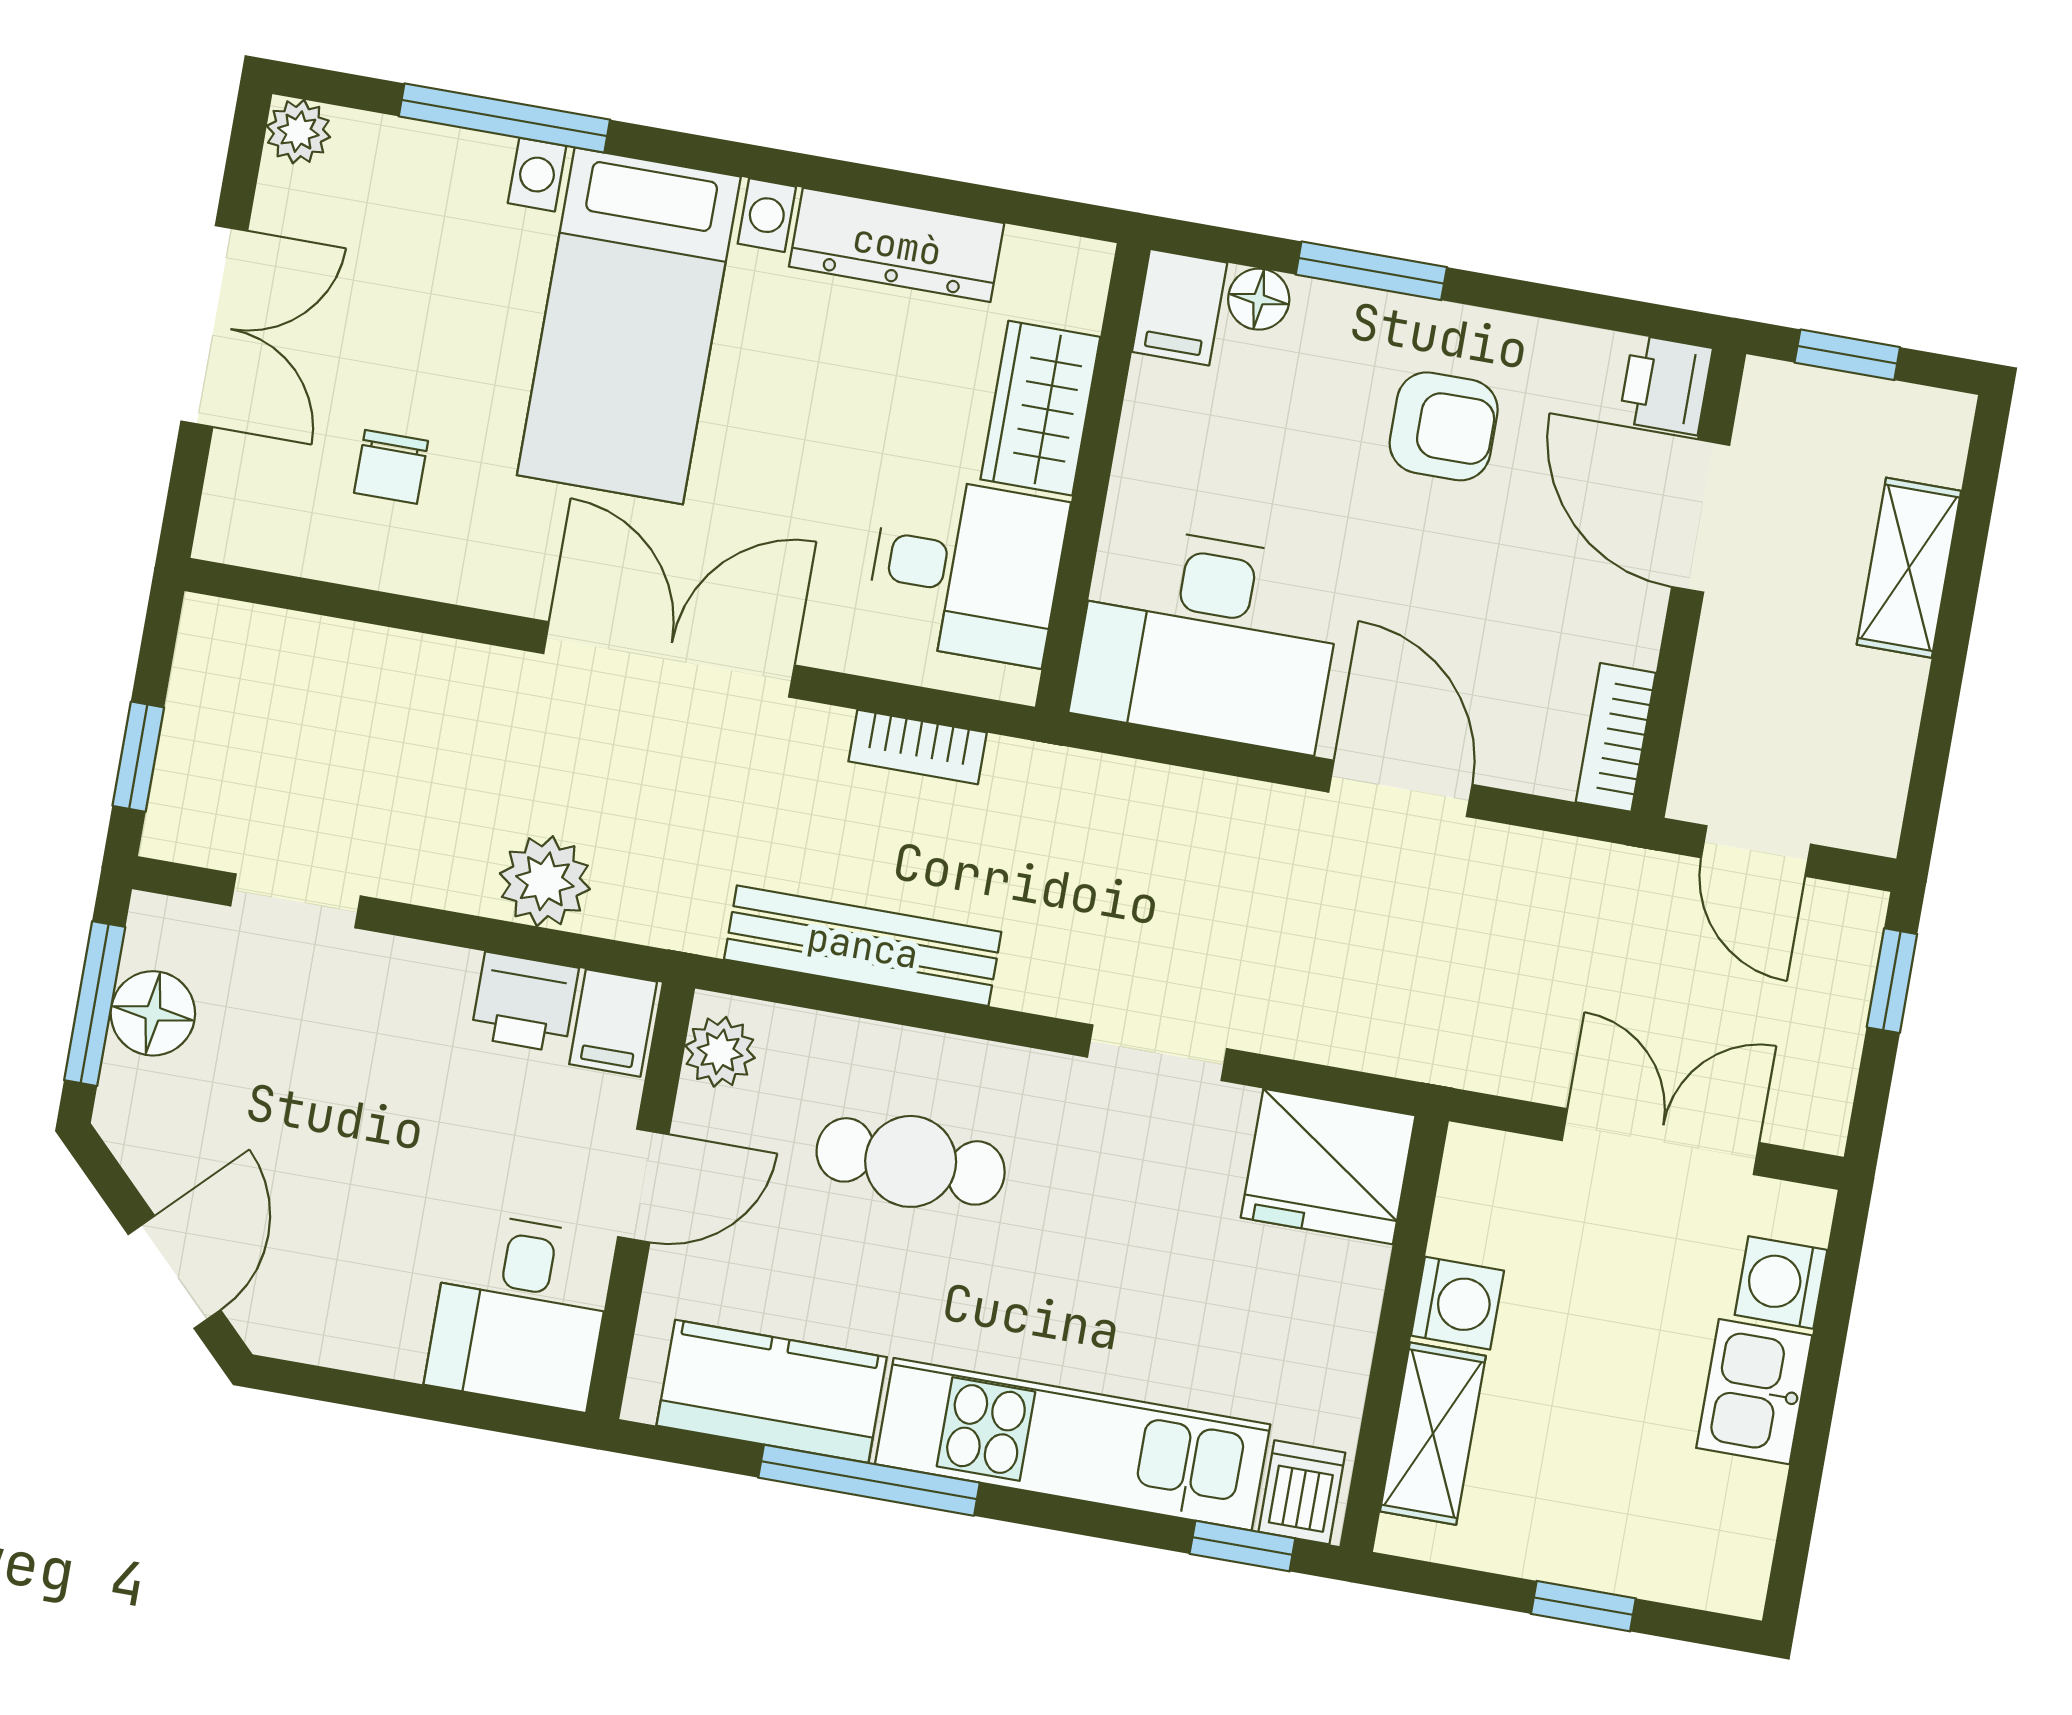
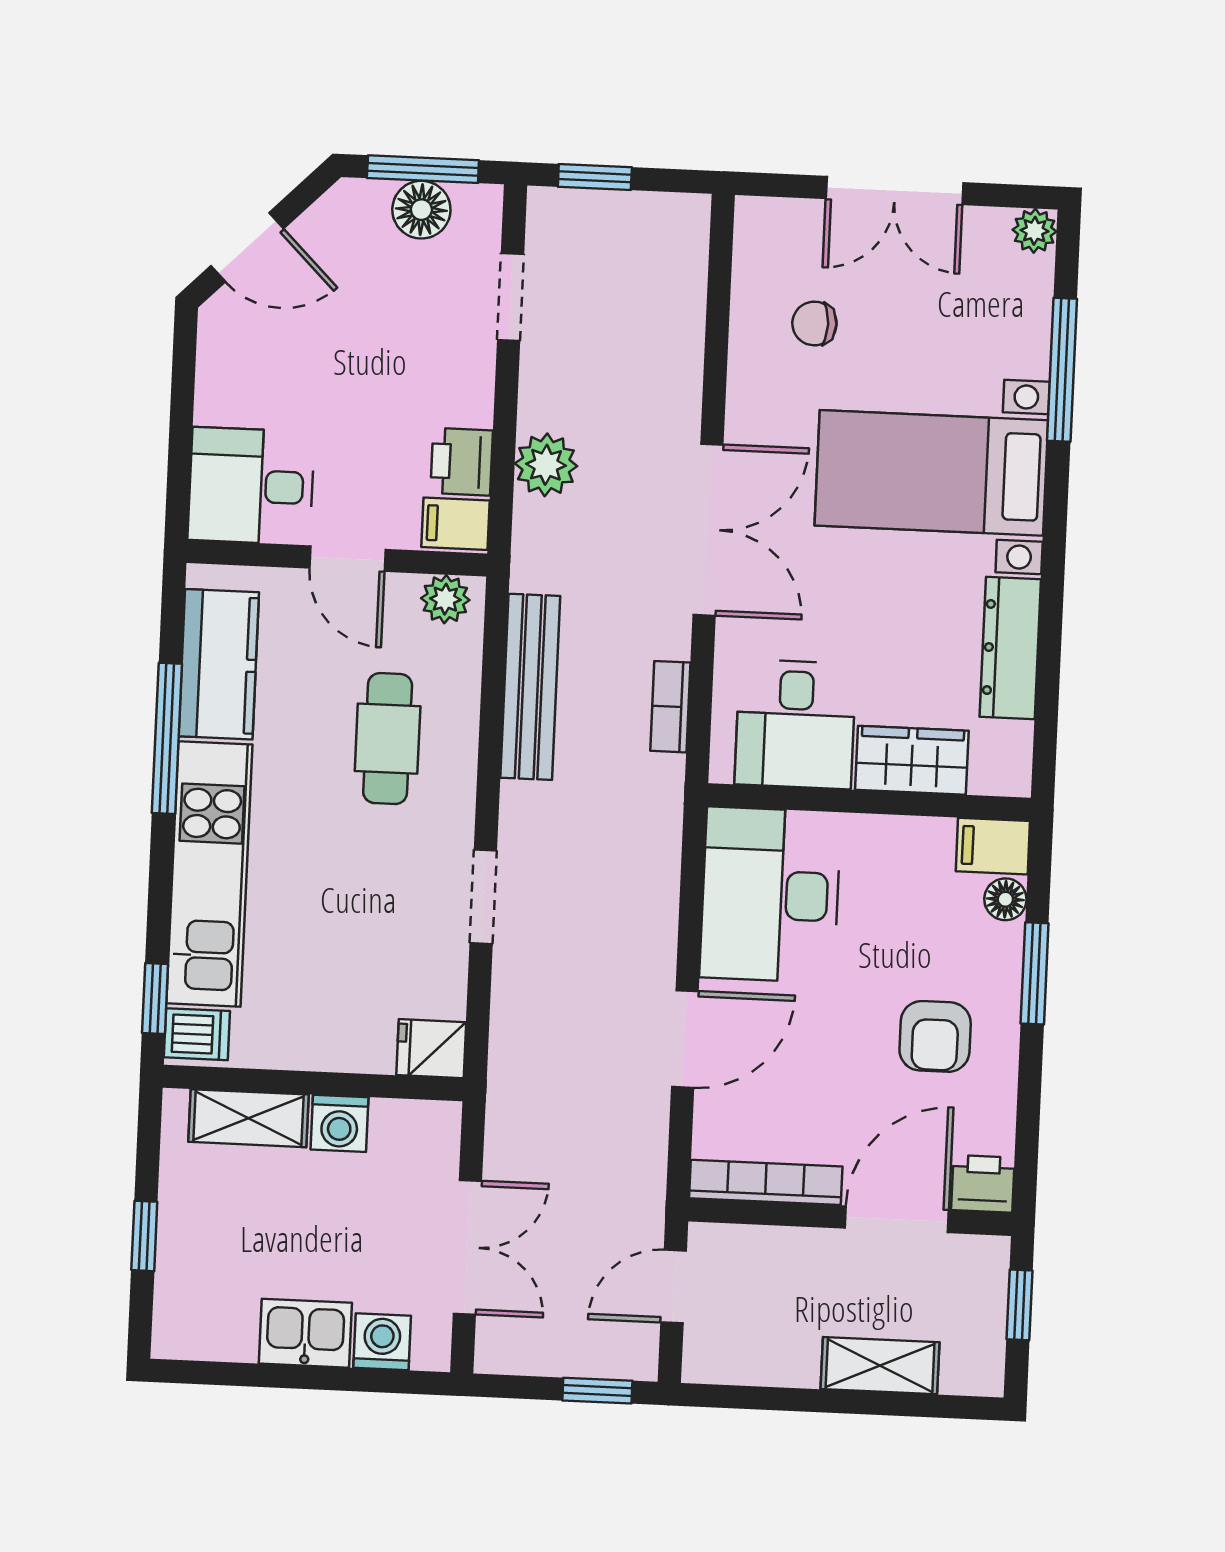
bookcase: (1616, 737) -> (766, 1182), width x1.56
fridge: (1328, 1167) -> (431, 1049), width x0.53, depth x0.75

